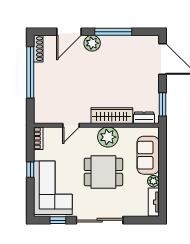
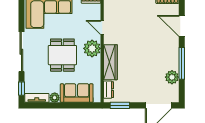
plant: (92, 43) -> (172, 77), moved
plant: (108, 137) -> (92, 48), moved
window: (58, 220) -> (21, 89), moved

